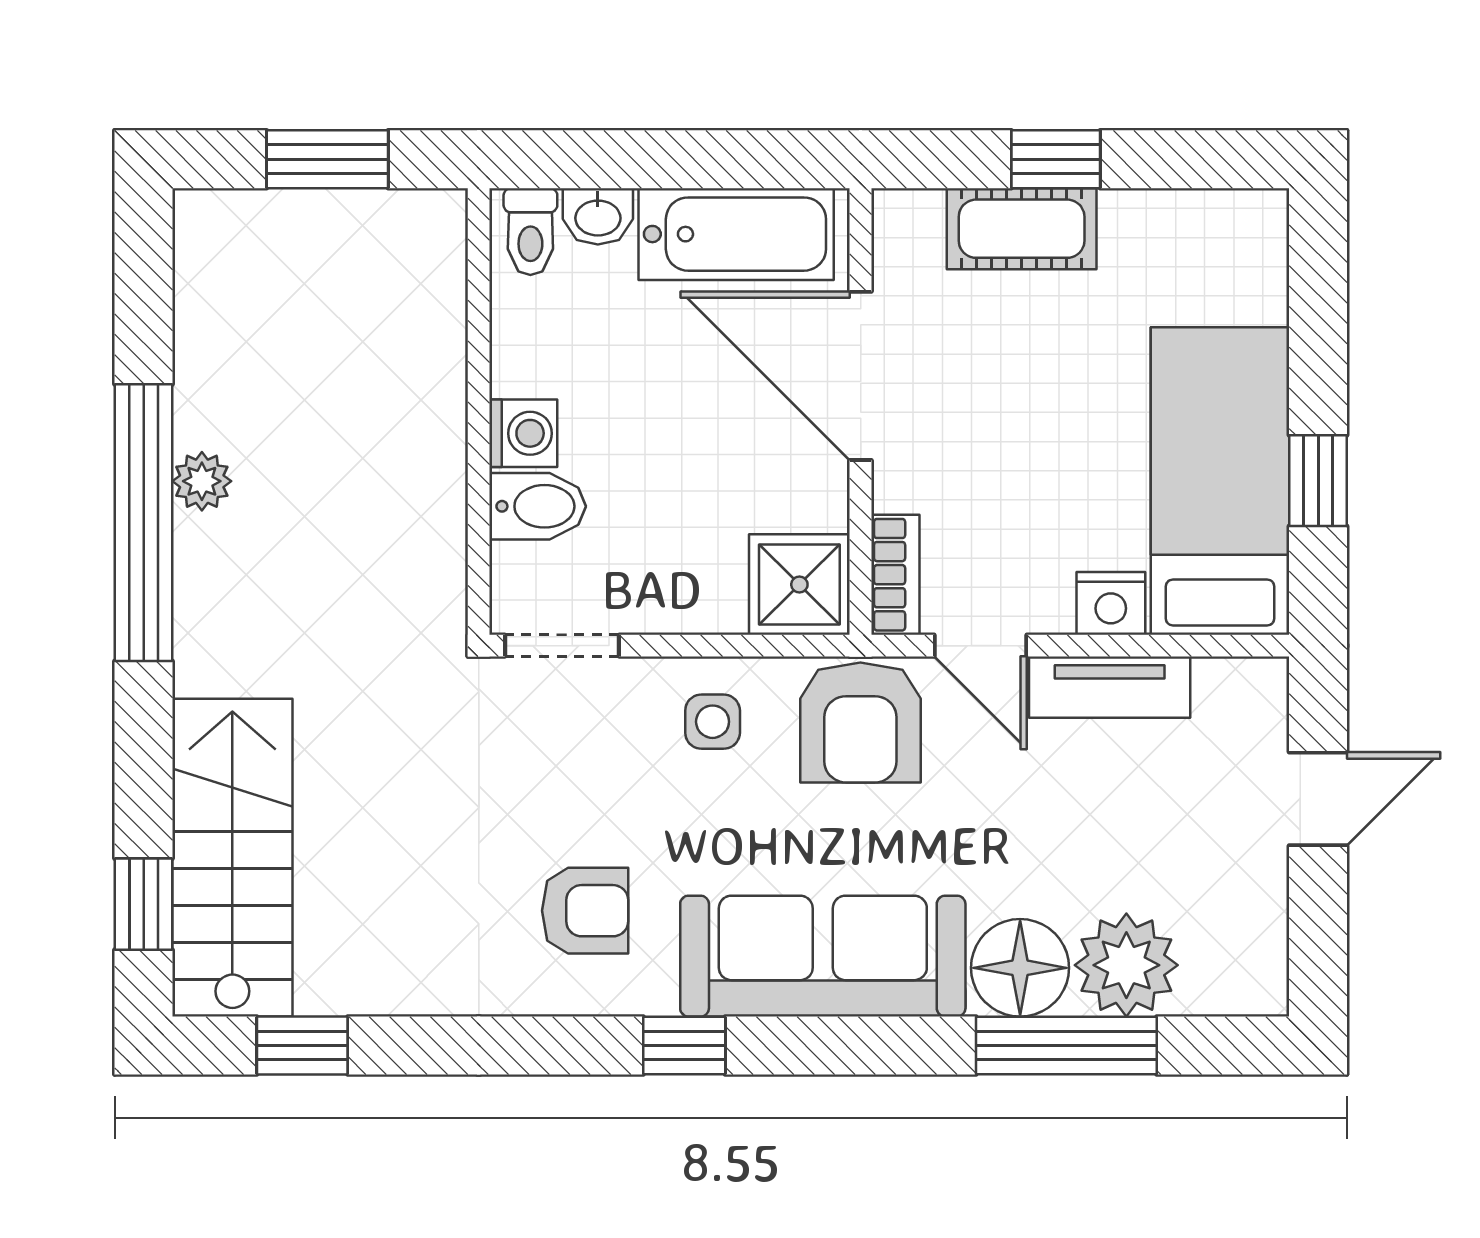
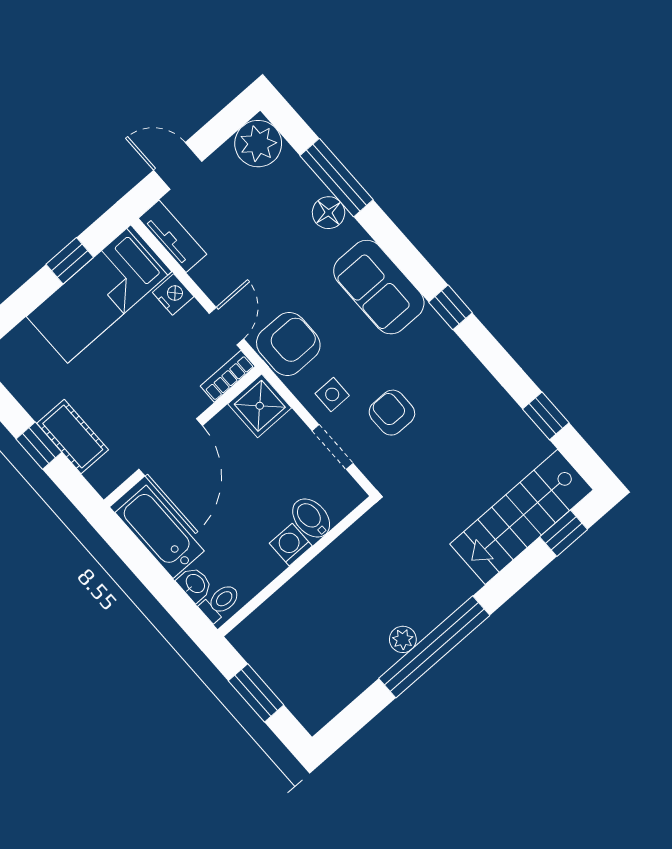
doorway: (562, 646) -> (333, 447), moved
tv unit: (1110, 687) -> (172, 236), moved
armchair: (585, 911) -> (392, 413), moved
sofa: (823, 956) -> (379, 287), width x0.73
plant: (1126, 965) -> (258, 144), moved
floor lamp: (1020, 968) -> (329, 213), width x0.73, depth x0.73
window: (302, 1046) -> (546, 416), moved

